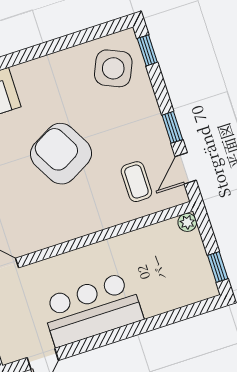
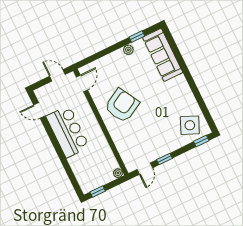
armchair: (61, 154) -> (122, 105), moved
door: (186, 168) -> (145, 169), swing flipped
coffee table: (136, 182) -> (135, 145), removed

